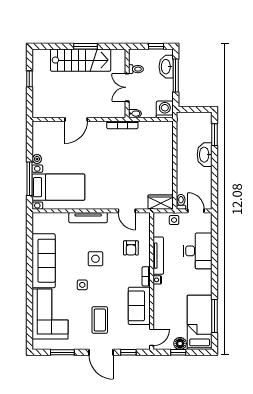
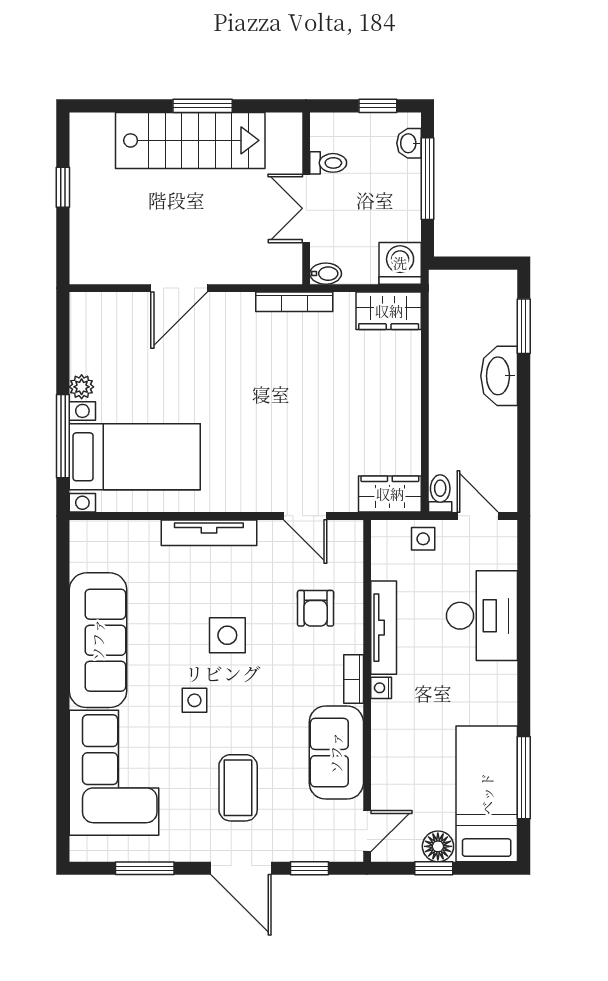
washbasin: (166, 67) -> (409, 143), width x0.52, depth x0.69
wardrobe: (160, 128) -> (389, 311), added

